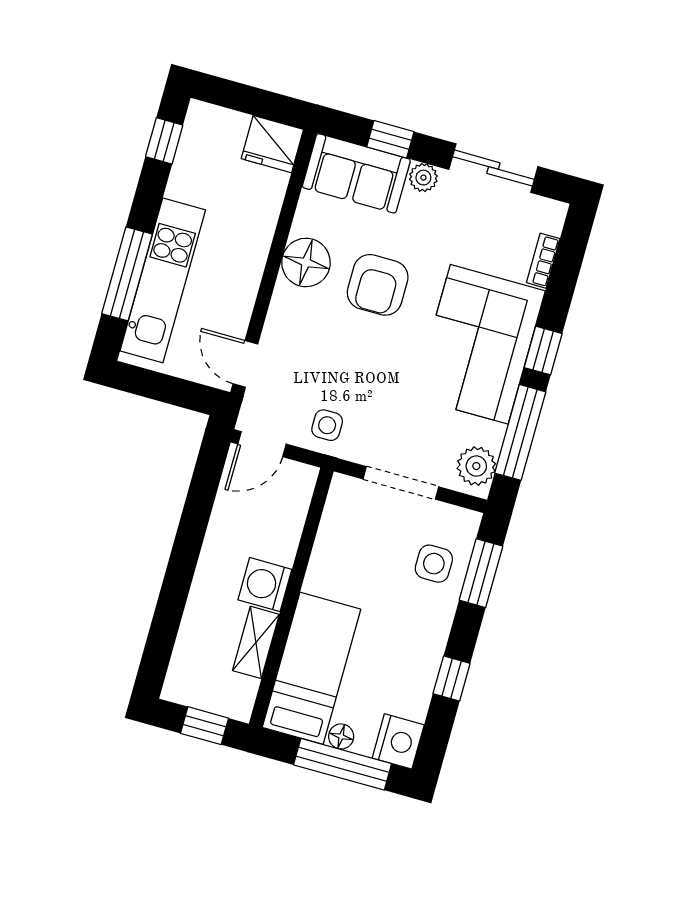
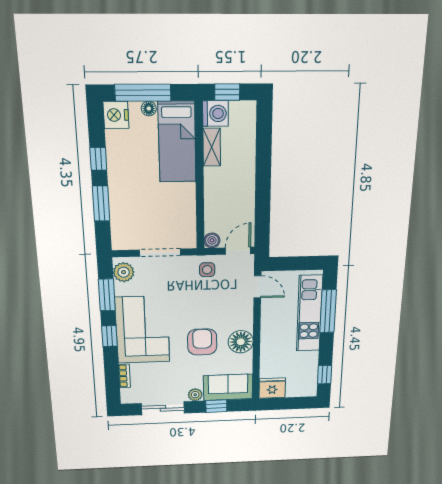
window: (520, 432) -> (107, 295), width x0.69
boiler: (303, 478) -> (212, 240), added
side table: (434, 564) -> (129, 217), removed
window: (481, 573) -> (101, 204), moved
washing machine: (265, 585) -> (215, 113), moved

